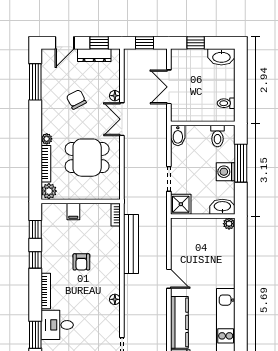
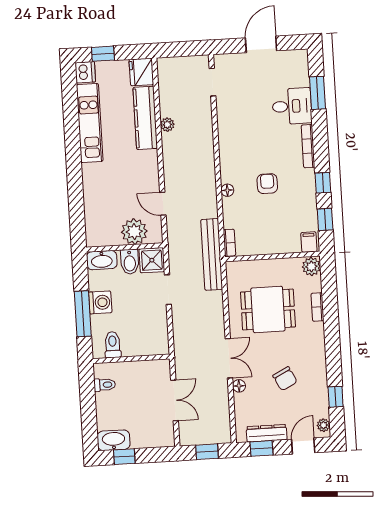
window: (196, 43) -> (124, 457), moved
window: (35, 82) -> (336, 397), width x0.46
bidet: (178, 135) -> (130, 262), moved, turned 180
plant: (47, 139) -> (324, 425), moved
bookcase: (46, 164) -> (317, 307), width x0.64
filing cabinet: (73, 211) -> (309, 242), moved
plant: (229, 224) -> (134, 232), moved, width x1.88, depth x1.88
bench: (131, 244) -> (212, 254), moved
door: (169, 279) -> (163, 204), moved
floor lamp: (115, 299) -> (227, 190), moved
plant: (161, 316) -> (167, 125), added

